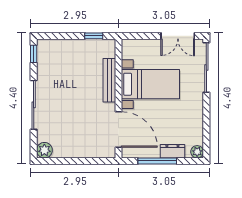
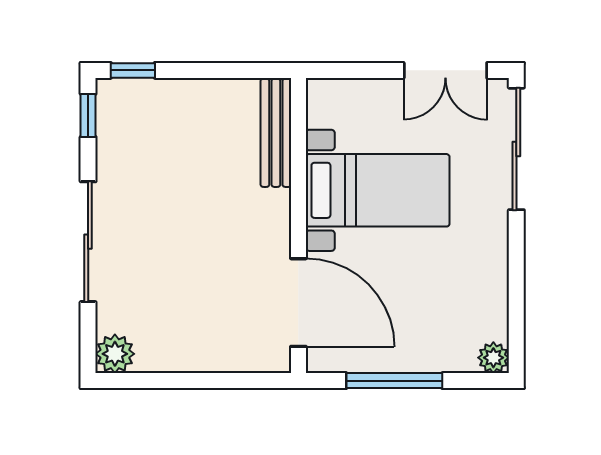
window: (94, 36) -> (133, 70), moved
bench: (109, 80) -> (276, 133), moved
dresser: (172, 151) -> (432, 356), removed

